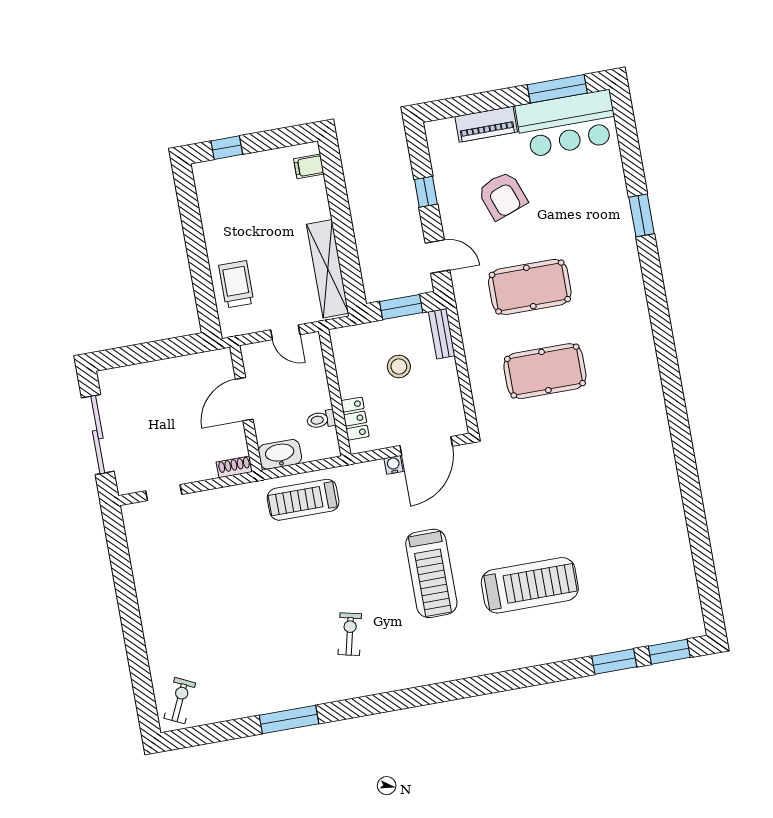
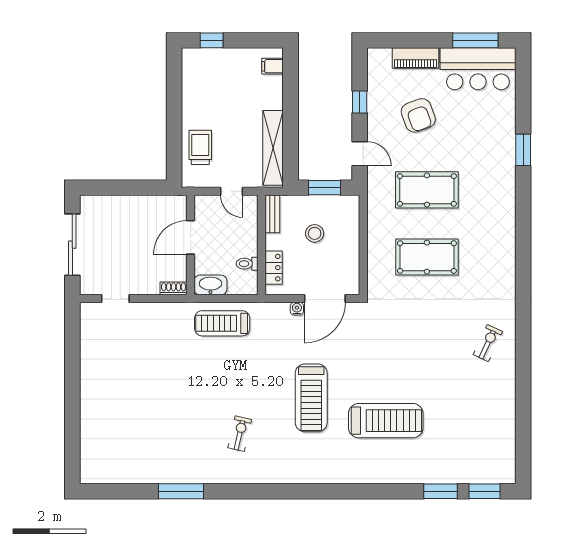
bench: (442, 334) -> (272, 214), moved
exercise bike: (180, 701) -> (488, 343), moved

